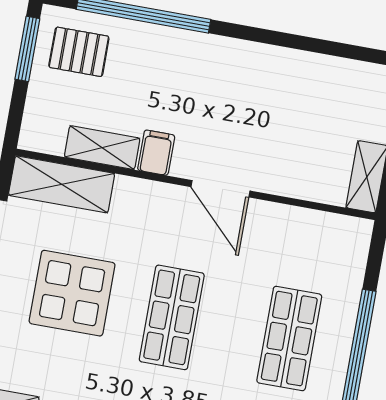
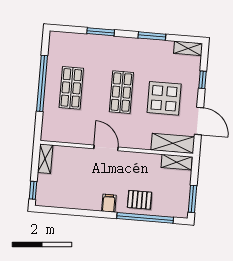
pallet: (79, 52) -> (140, 200), moved
shelving: (102, 148) -> (177, 162), moved
filing cabinet: (156, 153) -> (109, 203), moved, turned 180

